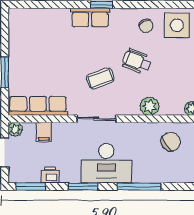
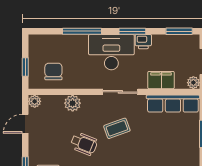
filing cabinet: (44, 132) -> (161, 80), width x2.00
chair: (171, 142) -> (53, 71), turned 126
printer: (50, 175) -> (143, 42), moved

